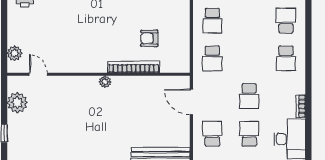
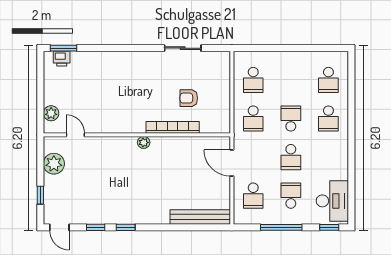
school desk: (286, 21) -> (328, 80), turned 180
school desk: (249, 58) -> (291, 119), added
bookcase: (301, 106) -> (344, 167), removed
school desk: (212, 134) -> (253, 196), turned 180

